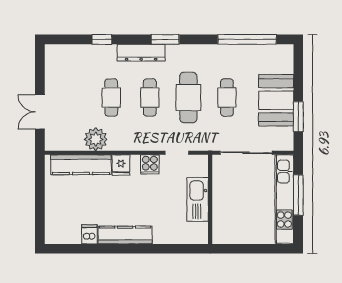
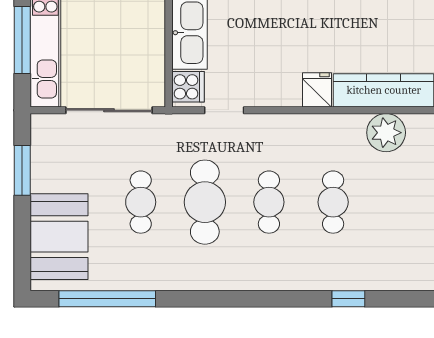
window: (165, 39) -> (244, 299), removed
dresser: (141, 53) -> (283, 277), removed
booth: (276, 100) -> (59, 237), moved
plant: (96, 139) -> (386, 133), moved
cooker: (150, 164) -> (188, 87), moved, turned 90

